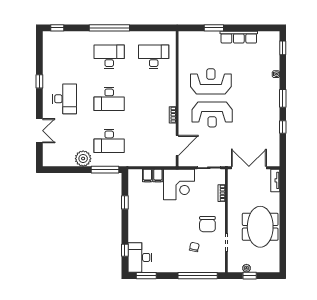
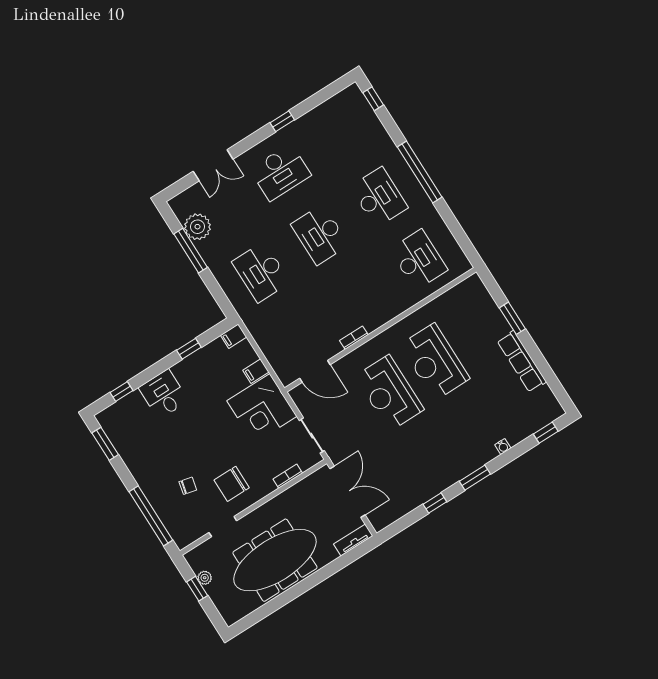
reception desk: (211, 81) -> (435, 362), turned 180
plant: (83, 159) -> (197, 227), moved
window: (105, 170) -> (191, 251), moved
filing cabinet: (147, 175) -> (234, 336), moved
meeting table: (260, 227) -> (275, 560), width x1.36
desk: (140, 257) -> (163, 394), moved, width x0.73

